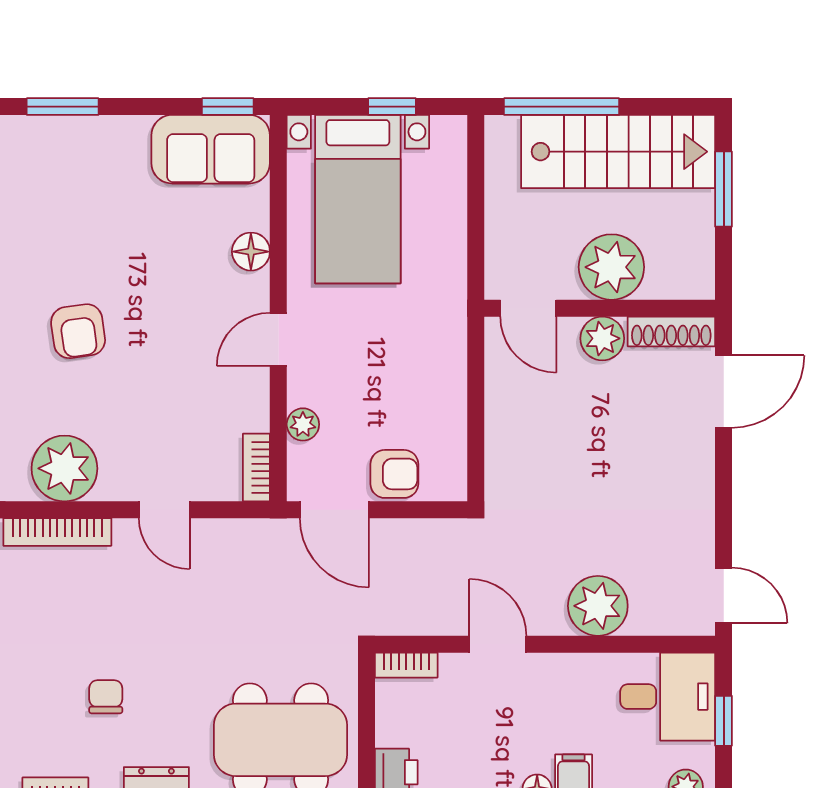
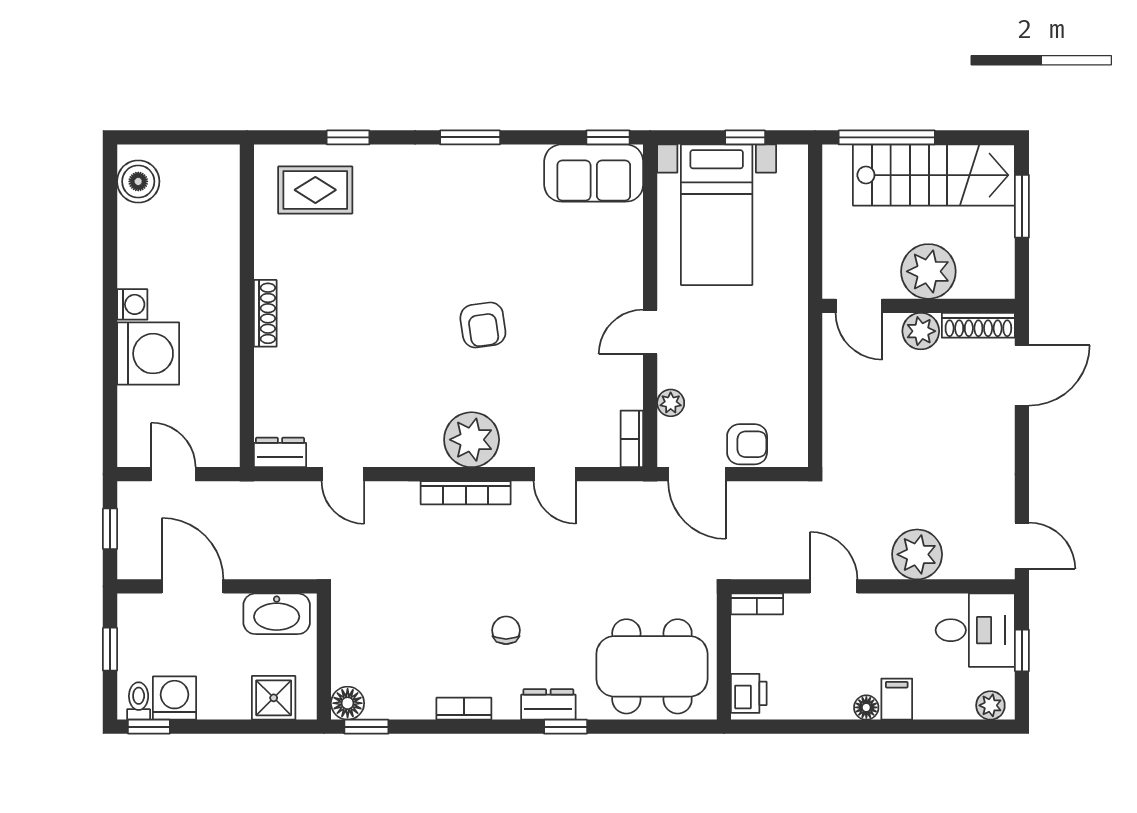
floor lamp: (251, 252) -> (627, 258), removed

